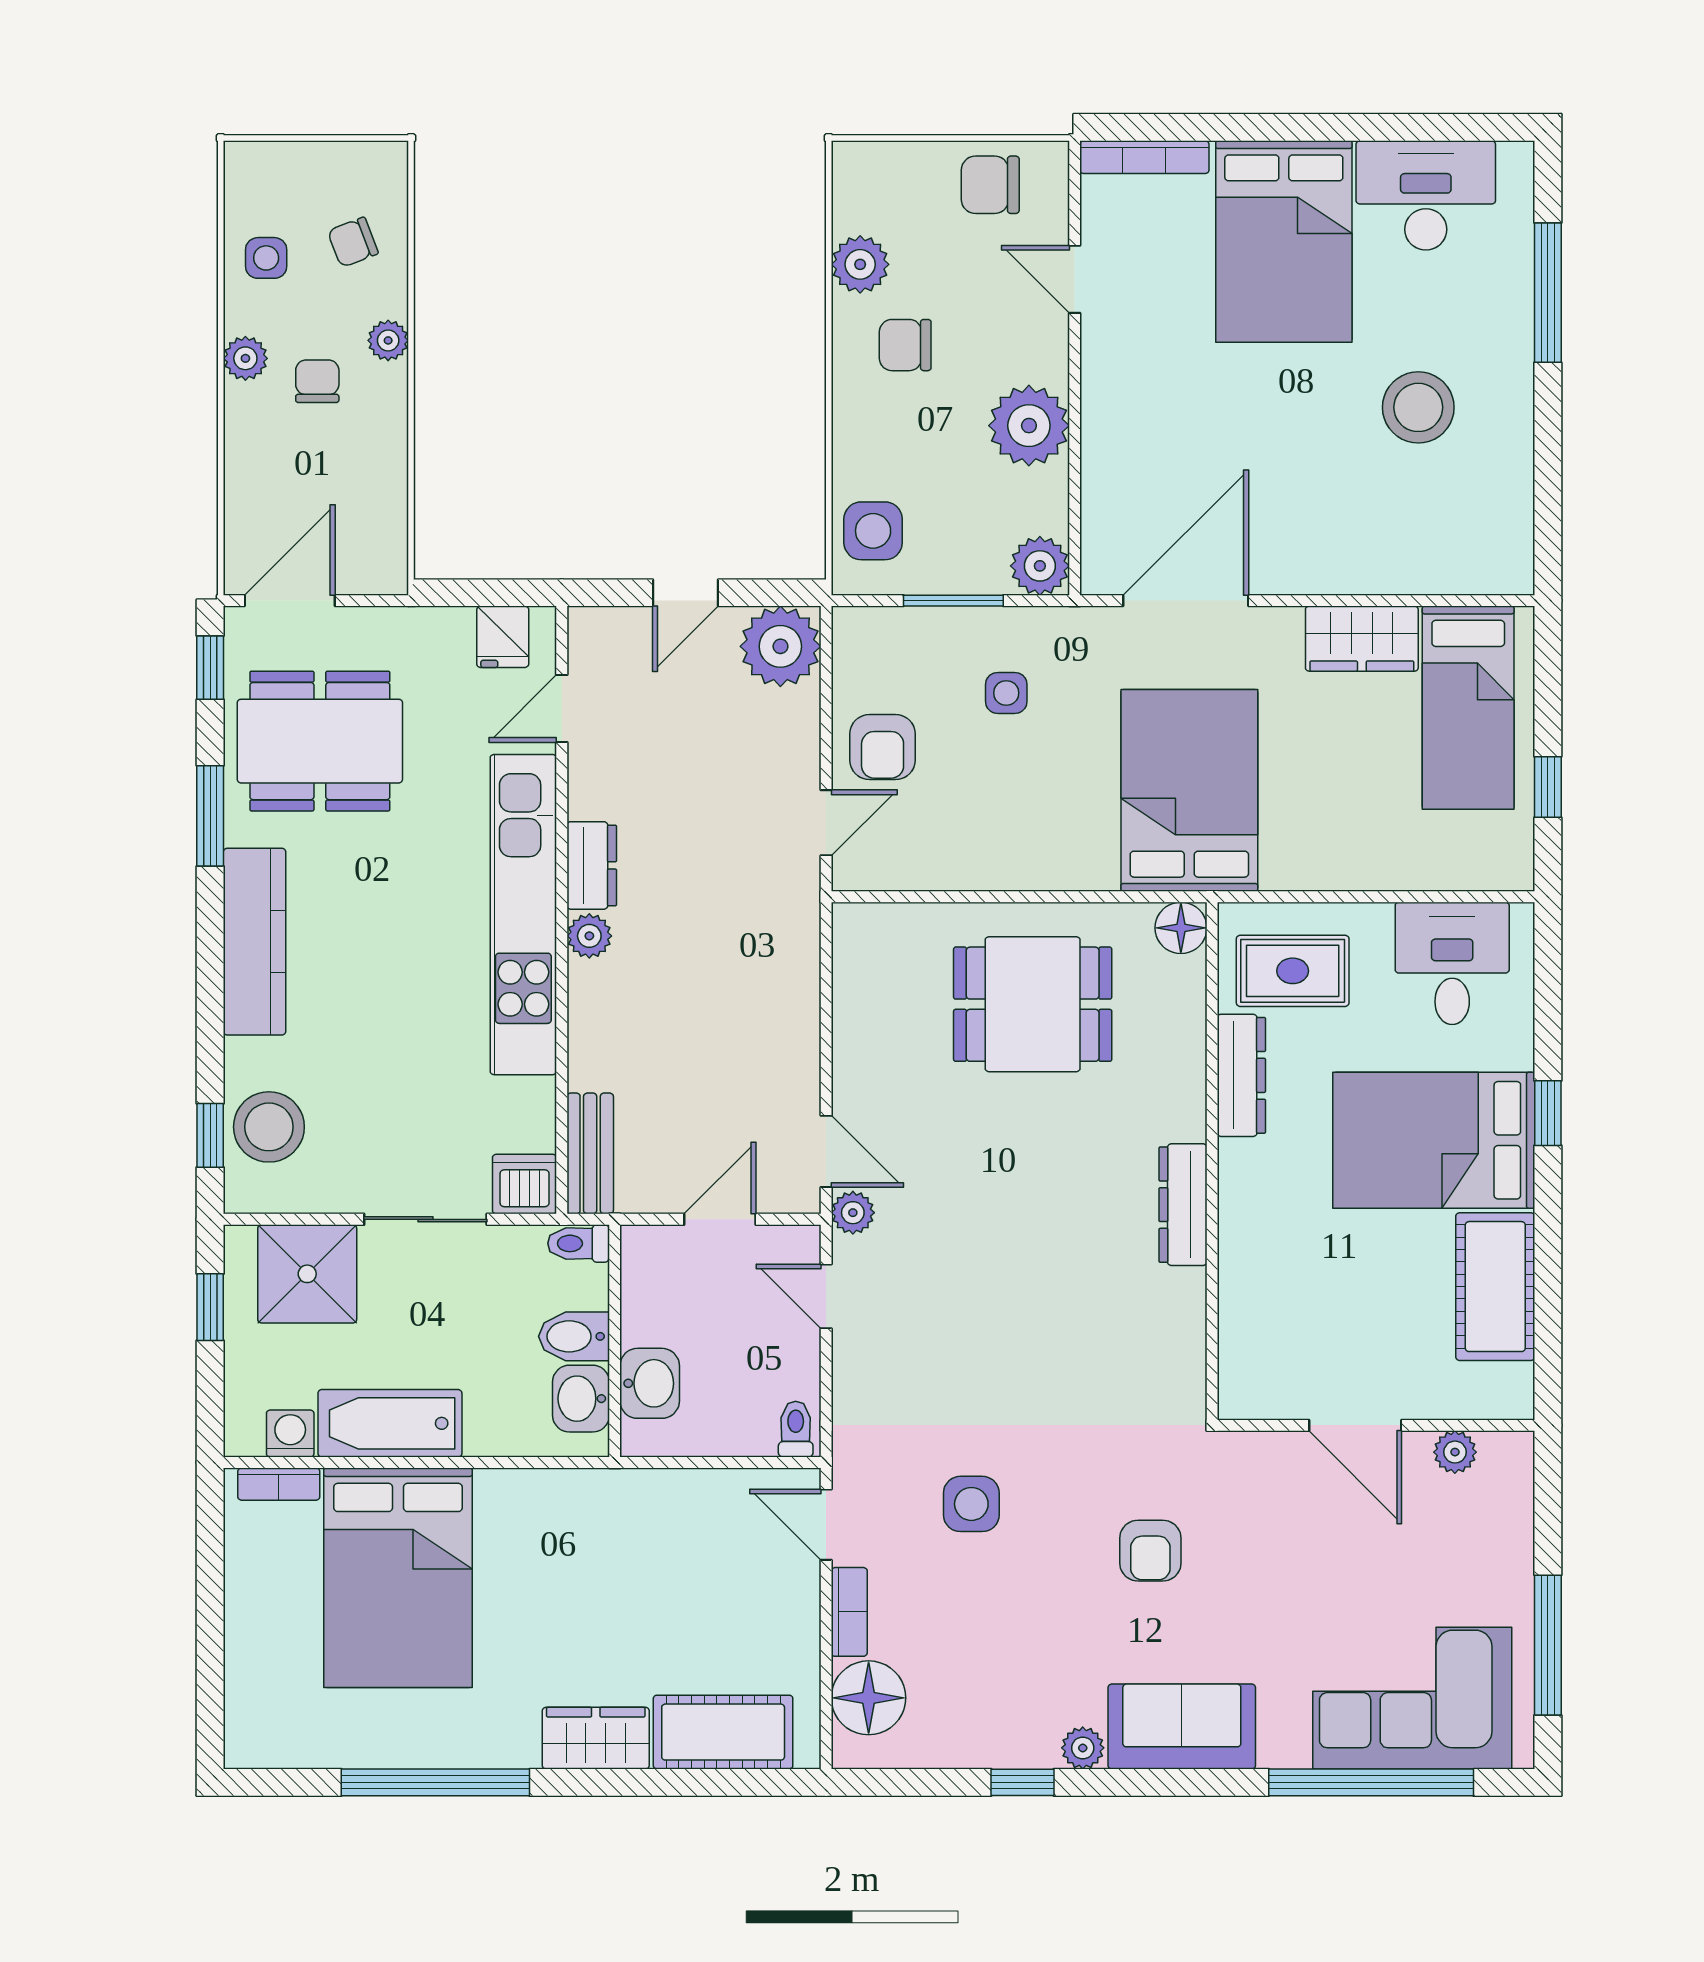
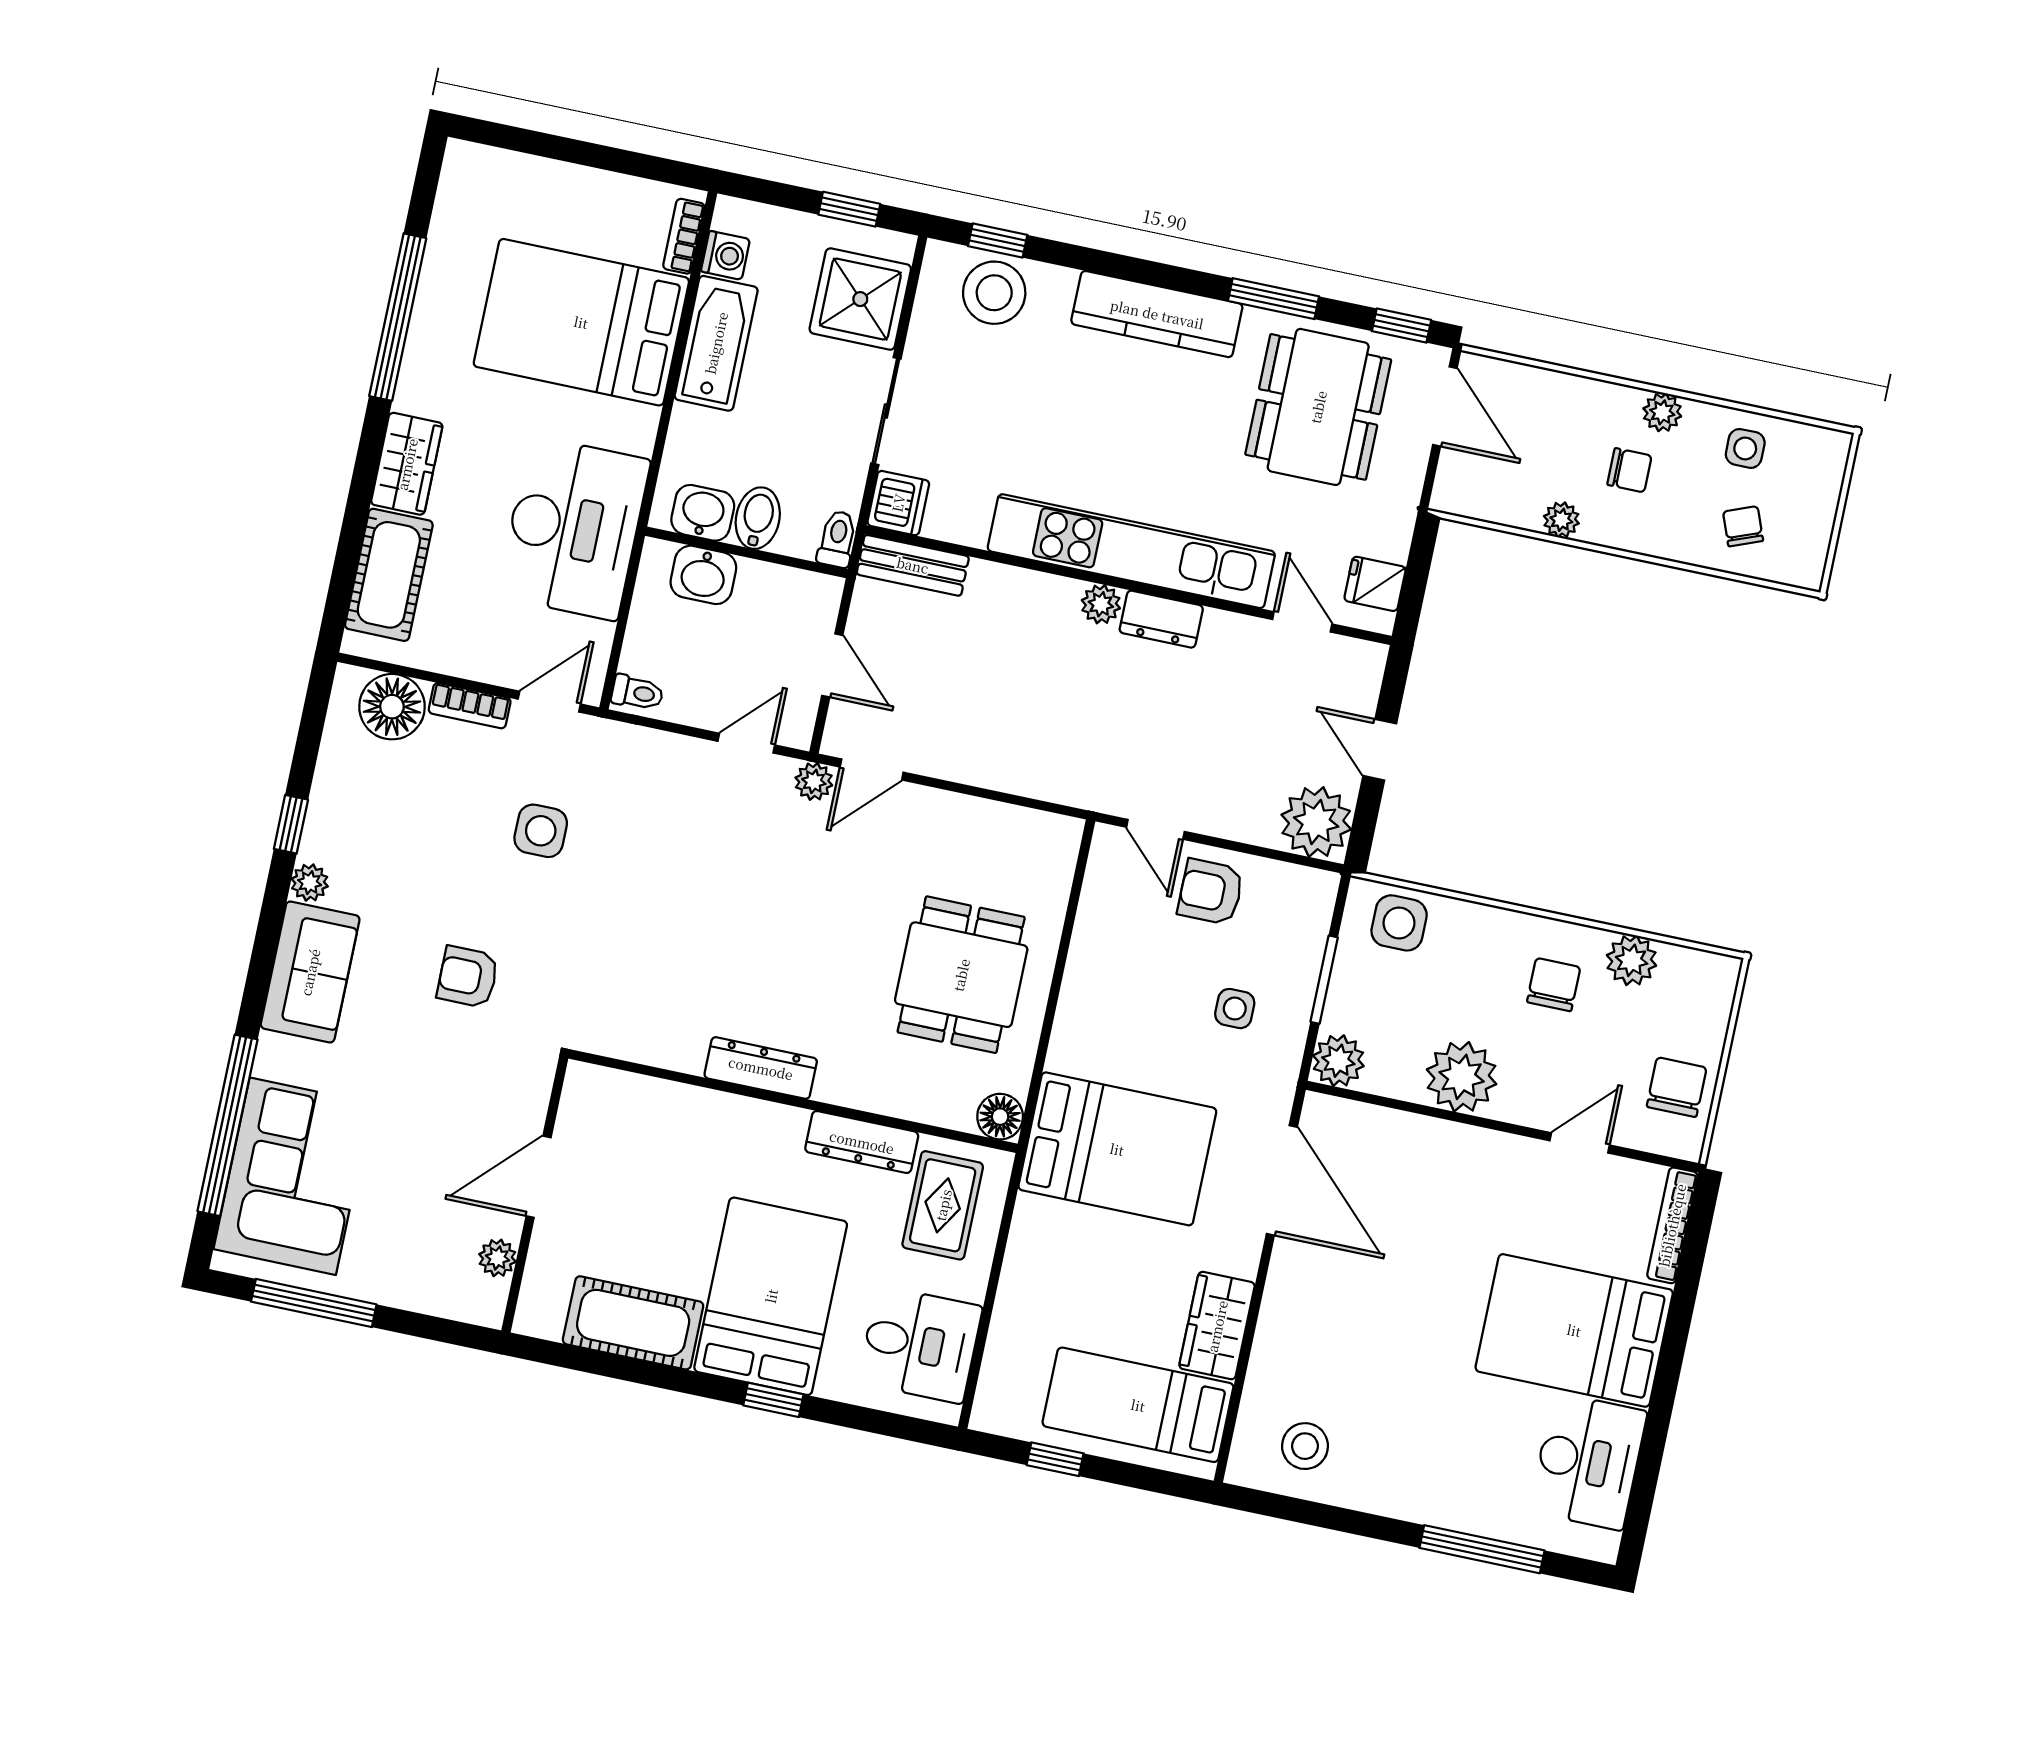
plant: (388, 340) -> (1561, 520), moved
stool: (1418, 407) -> (1305, 1446), moved, width x0.73, depth x0.73
desk: (628, 1538) -> (574, 528), added

